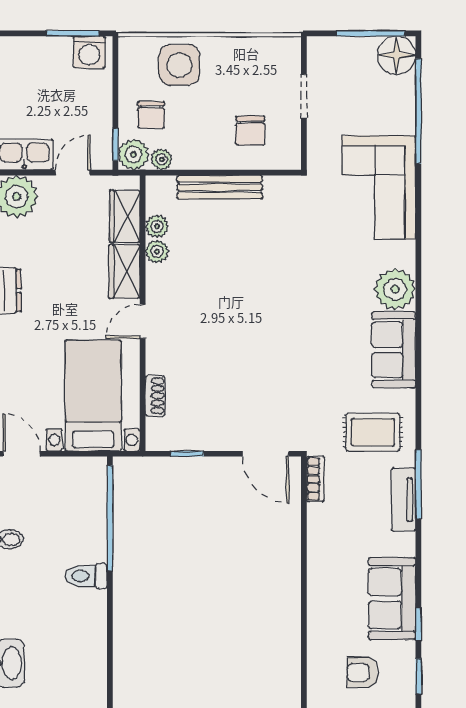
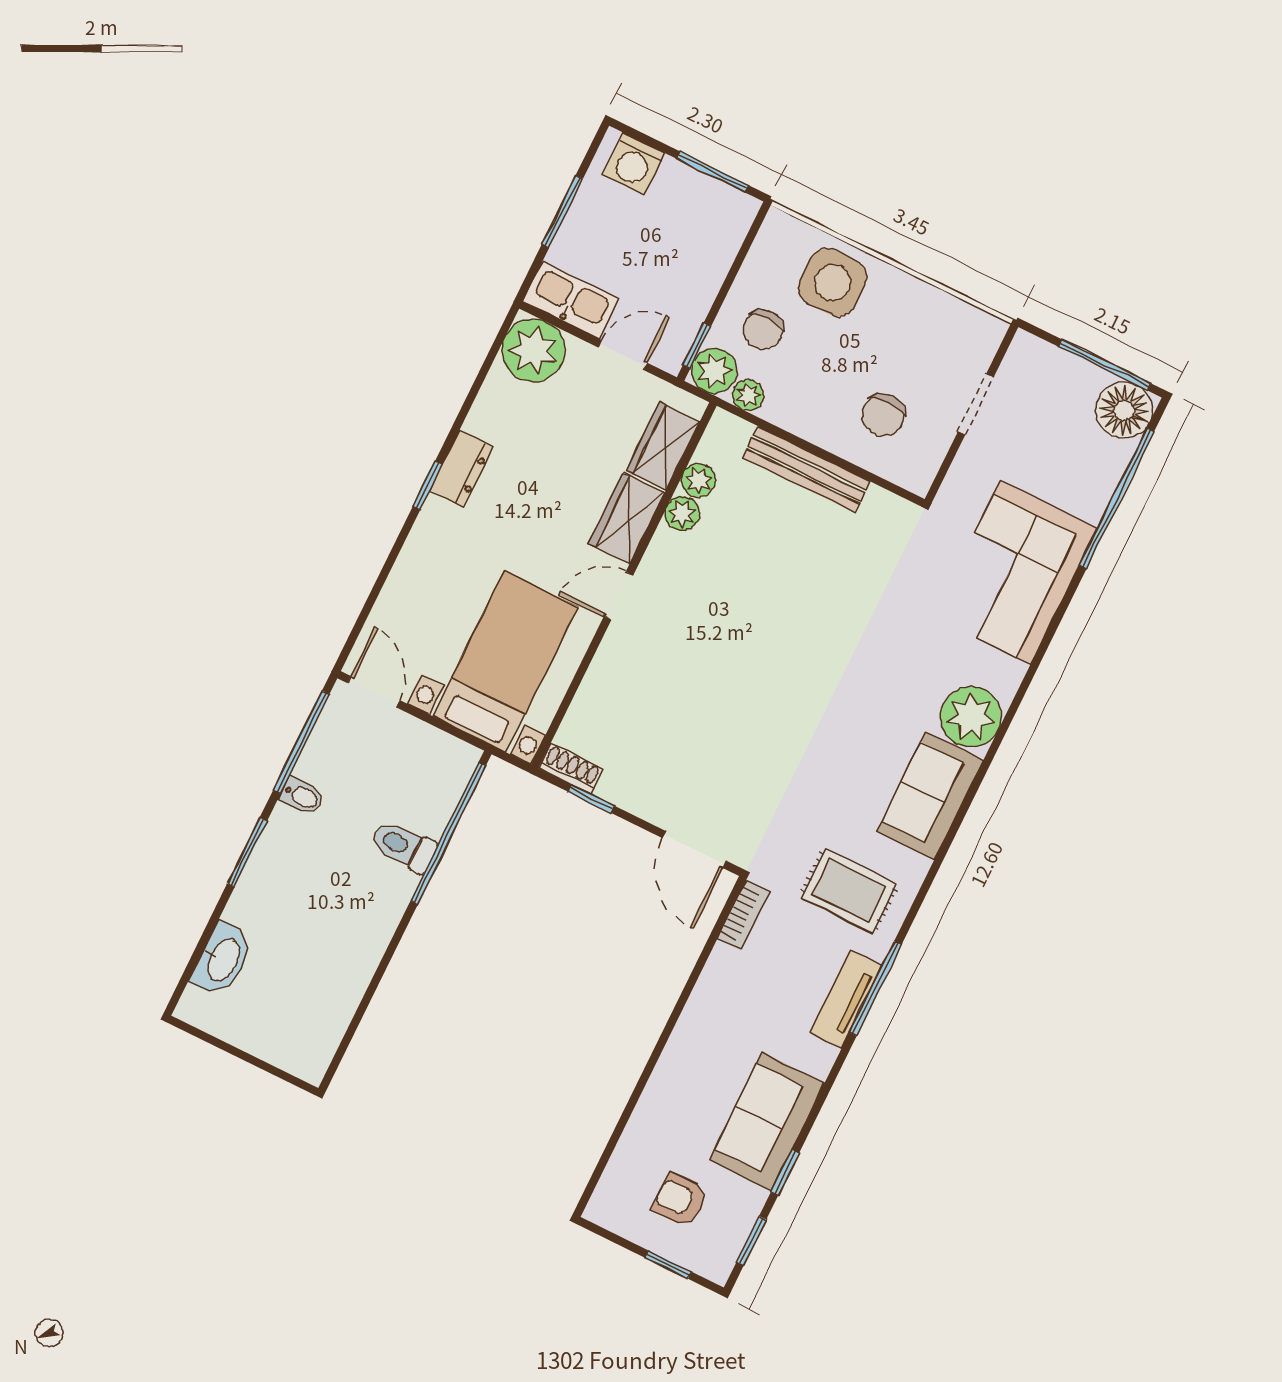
washing machine: (89, 52) -> (634, 164), moved
shoe rack: (155, 396) -> (571, 768), moved, turned -90
toilet: (86, 576) -> (403, 846), moved

